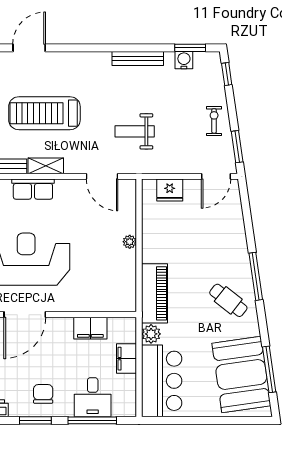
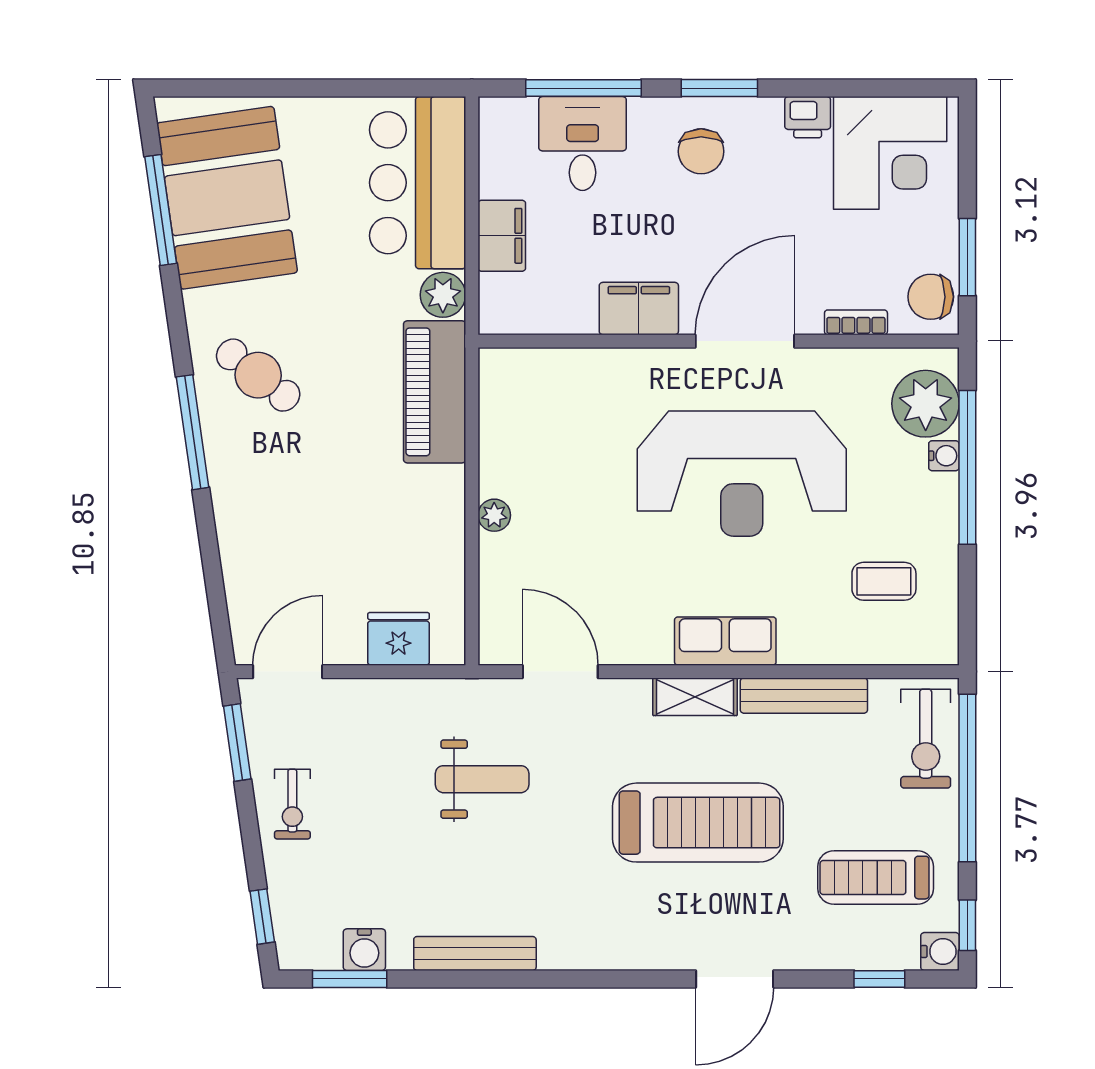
filing cabinet: (90, 328) -> (639, 309), moved

